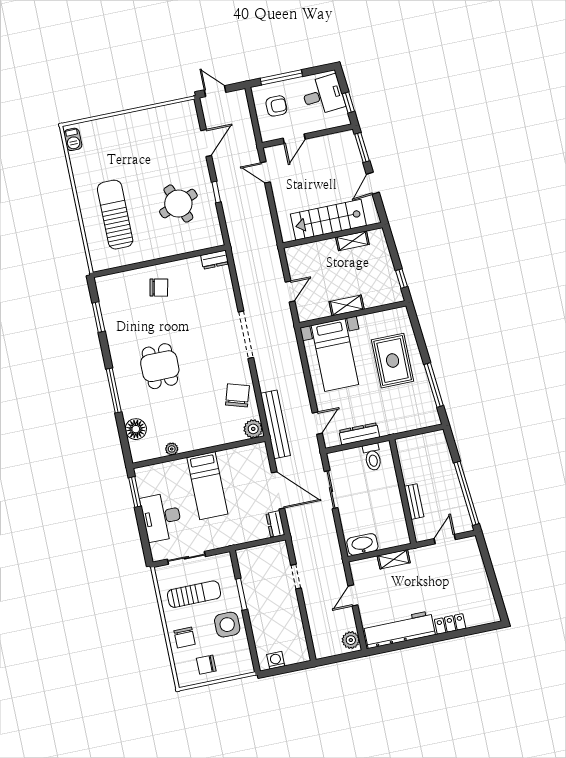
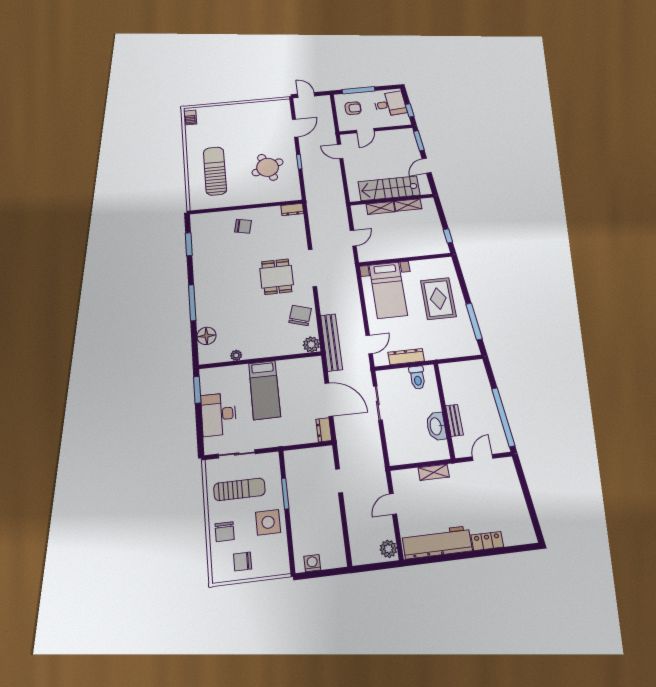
shelving: (347, 305) -> (381, 208), moved
dining table: (160, 366) -> (277, 277), moved
washbasin: (362, 544) -> (436, 426), moved, turned -90

